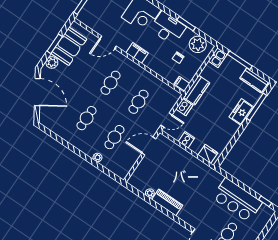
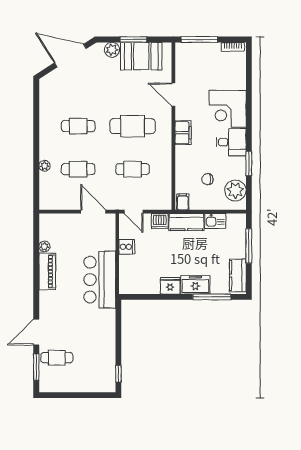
desk: (168, 28) -> (231, 142), width x0.73
kitchen sink: (218, 58) -> (215, 221), moved
cafe table: (111, 83) -> (133, 126), width x1.37, depth x1.35
door: (37, 92) -> (70, 56), swing flipped
fridge: (208, 154) -> (170, 286), moved, turned -90
bar counter: (237, 200) -> (100, 280), moved

